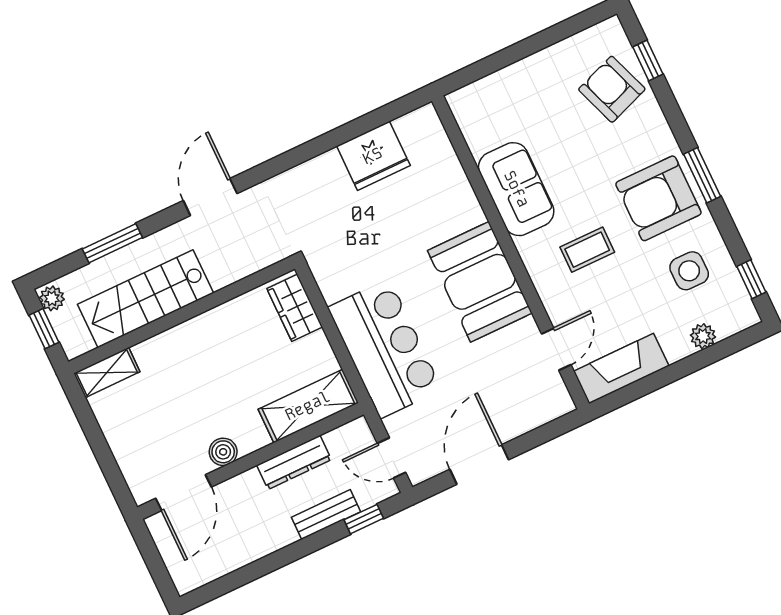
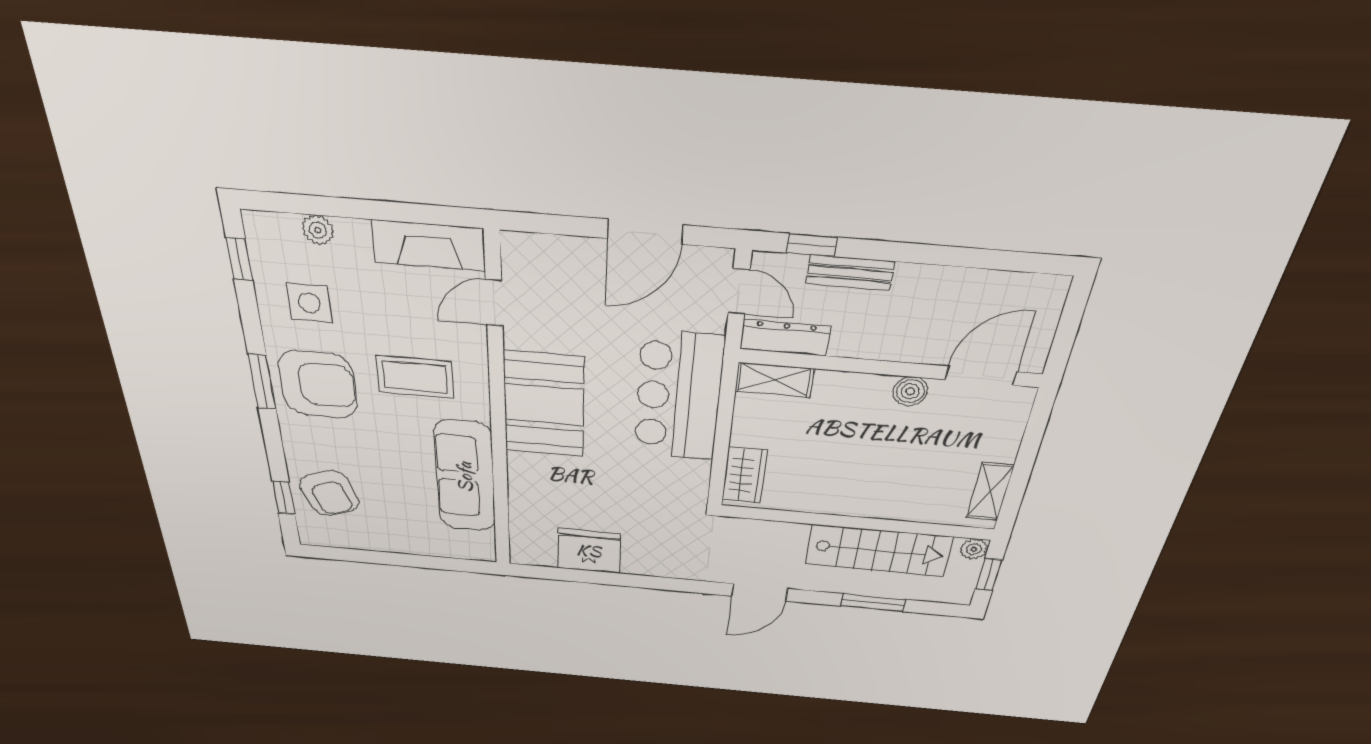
sofa: (516, 189) -> (465, 477), width x1.36
coffee table: (587, 250) -> (415, 377), width x1.36, depth x1.30
plant: (52, 298) -> (974, 549), moved
shelving: (107, 373) -> (990, 492), moved, turned 90
shelving: (308, 406) -> (774, 380), width x0.67, depth x0.75
dresser: (294, 462) -> (785, 338), moved

